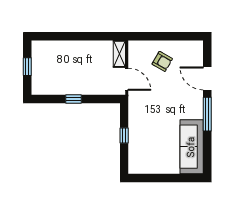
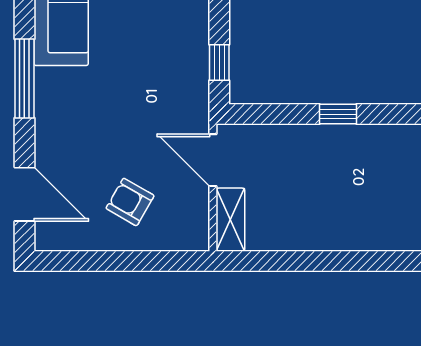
door: (207, 78) -> (24, 194), moved
window: (124, 135) -> (219, 62), moved

